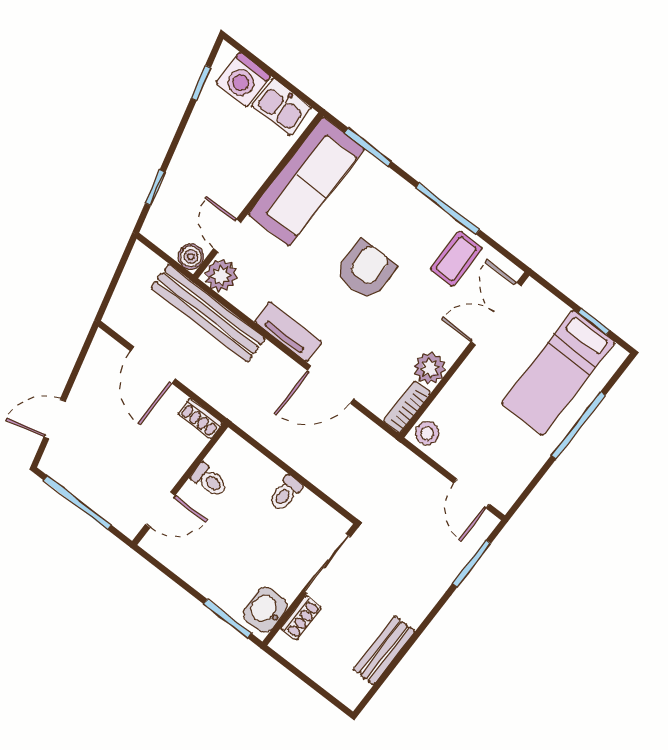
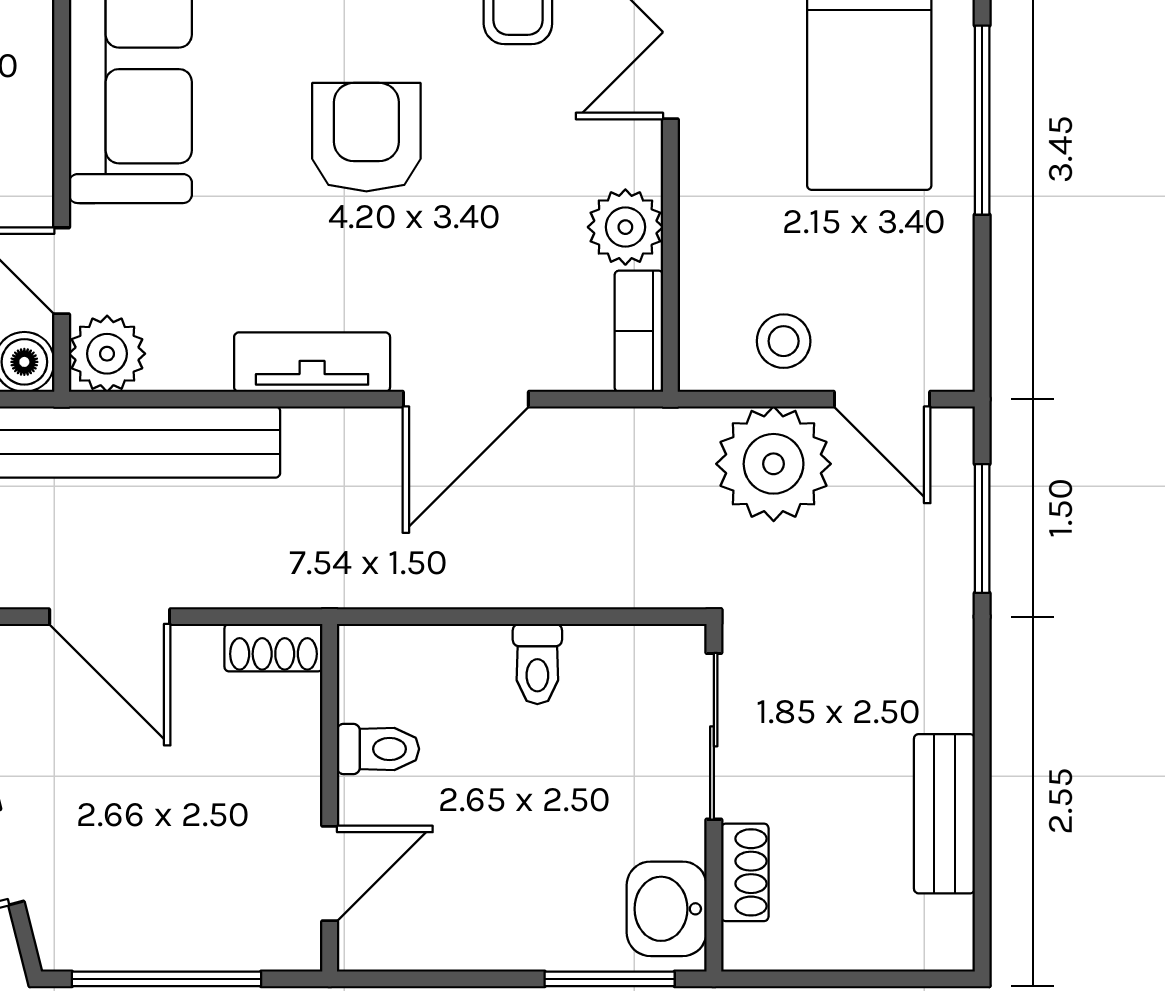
stool: (427, 433) -> (784, 341), moved
plant: (418, 487) -> (774, 464), added

